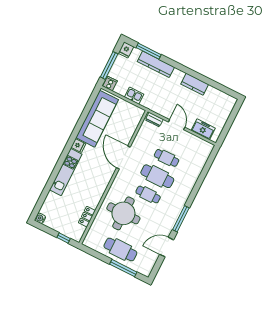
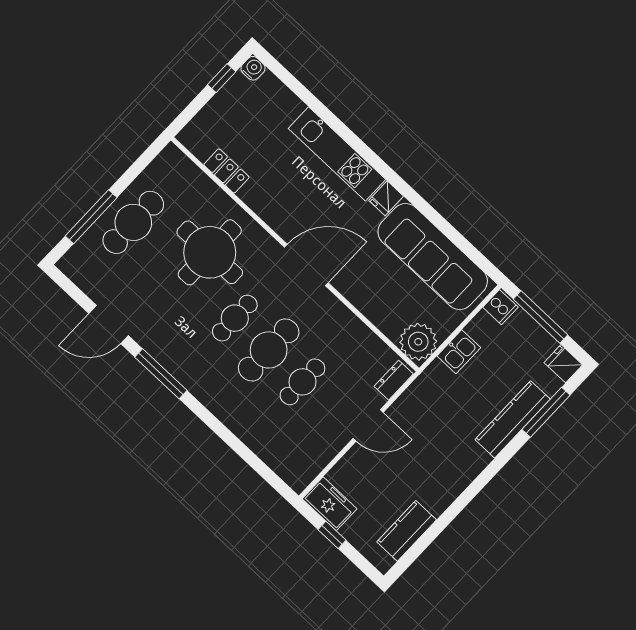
kitchen counter: (195, 84) -> (407, 531), moved
plant: (135, 114) -> (418, 342), added
window: (227, 126) -> (332, 535), added
freezer: (203, 129) -> (330, 504), moved, turned -90
door: (123, 157) -> (306, 265), moved
window: (64, 238) -> (222, 78), moved
door: (167, 247) -> (109, 324), swing flipped

